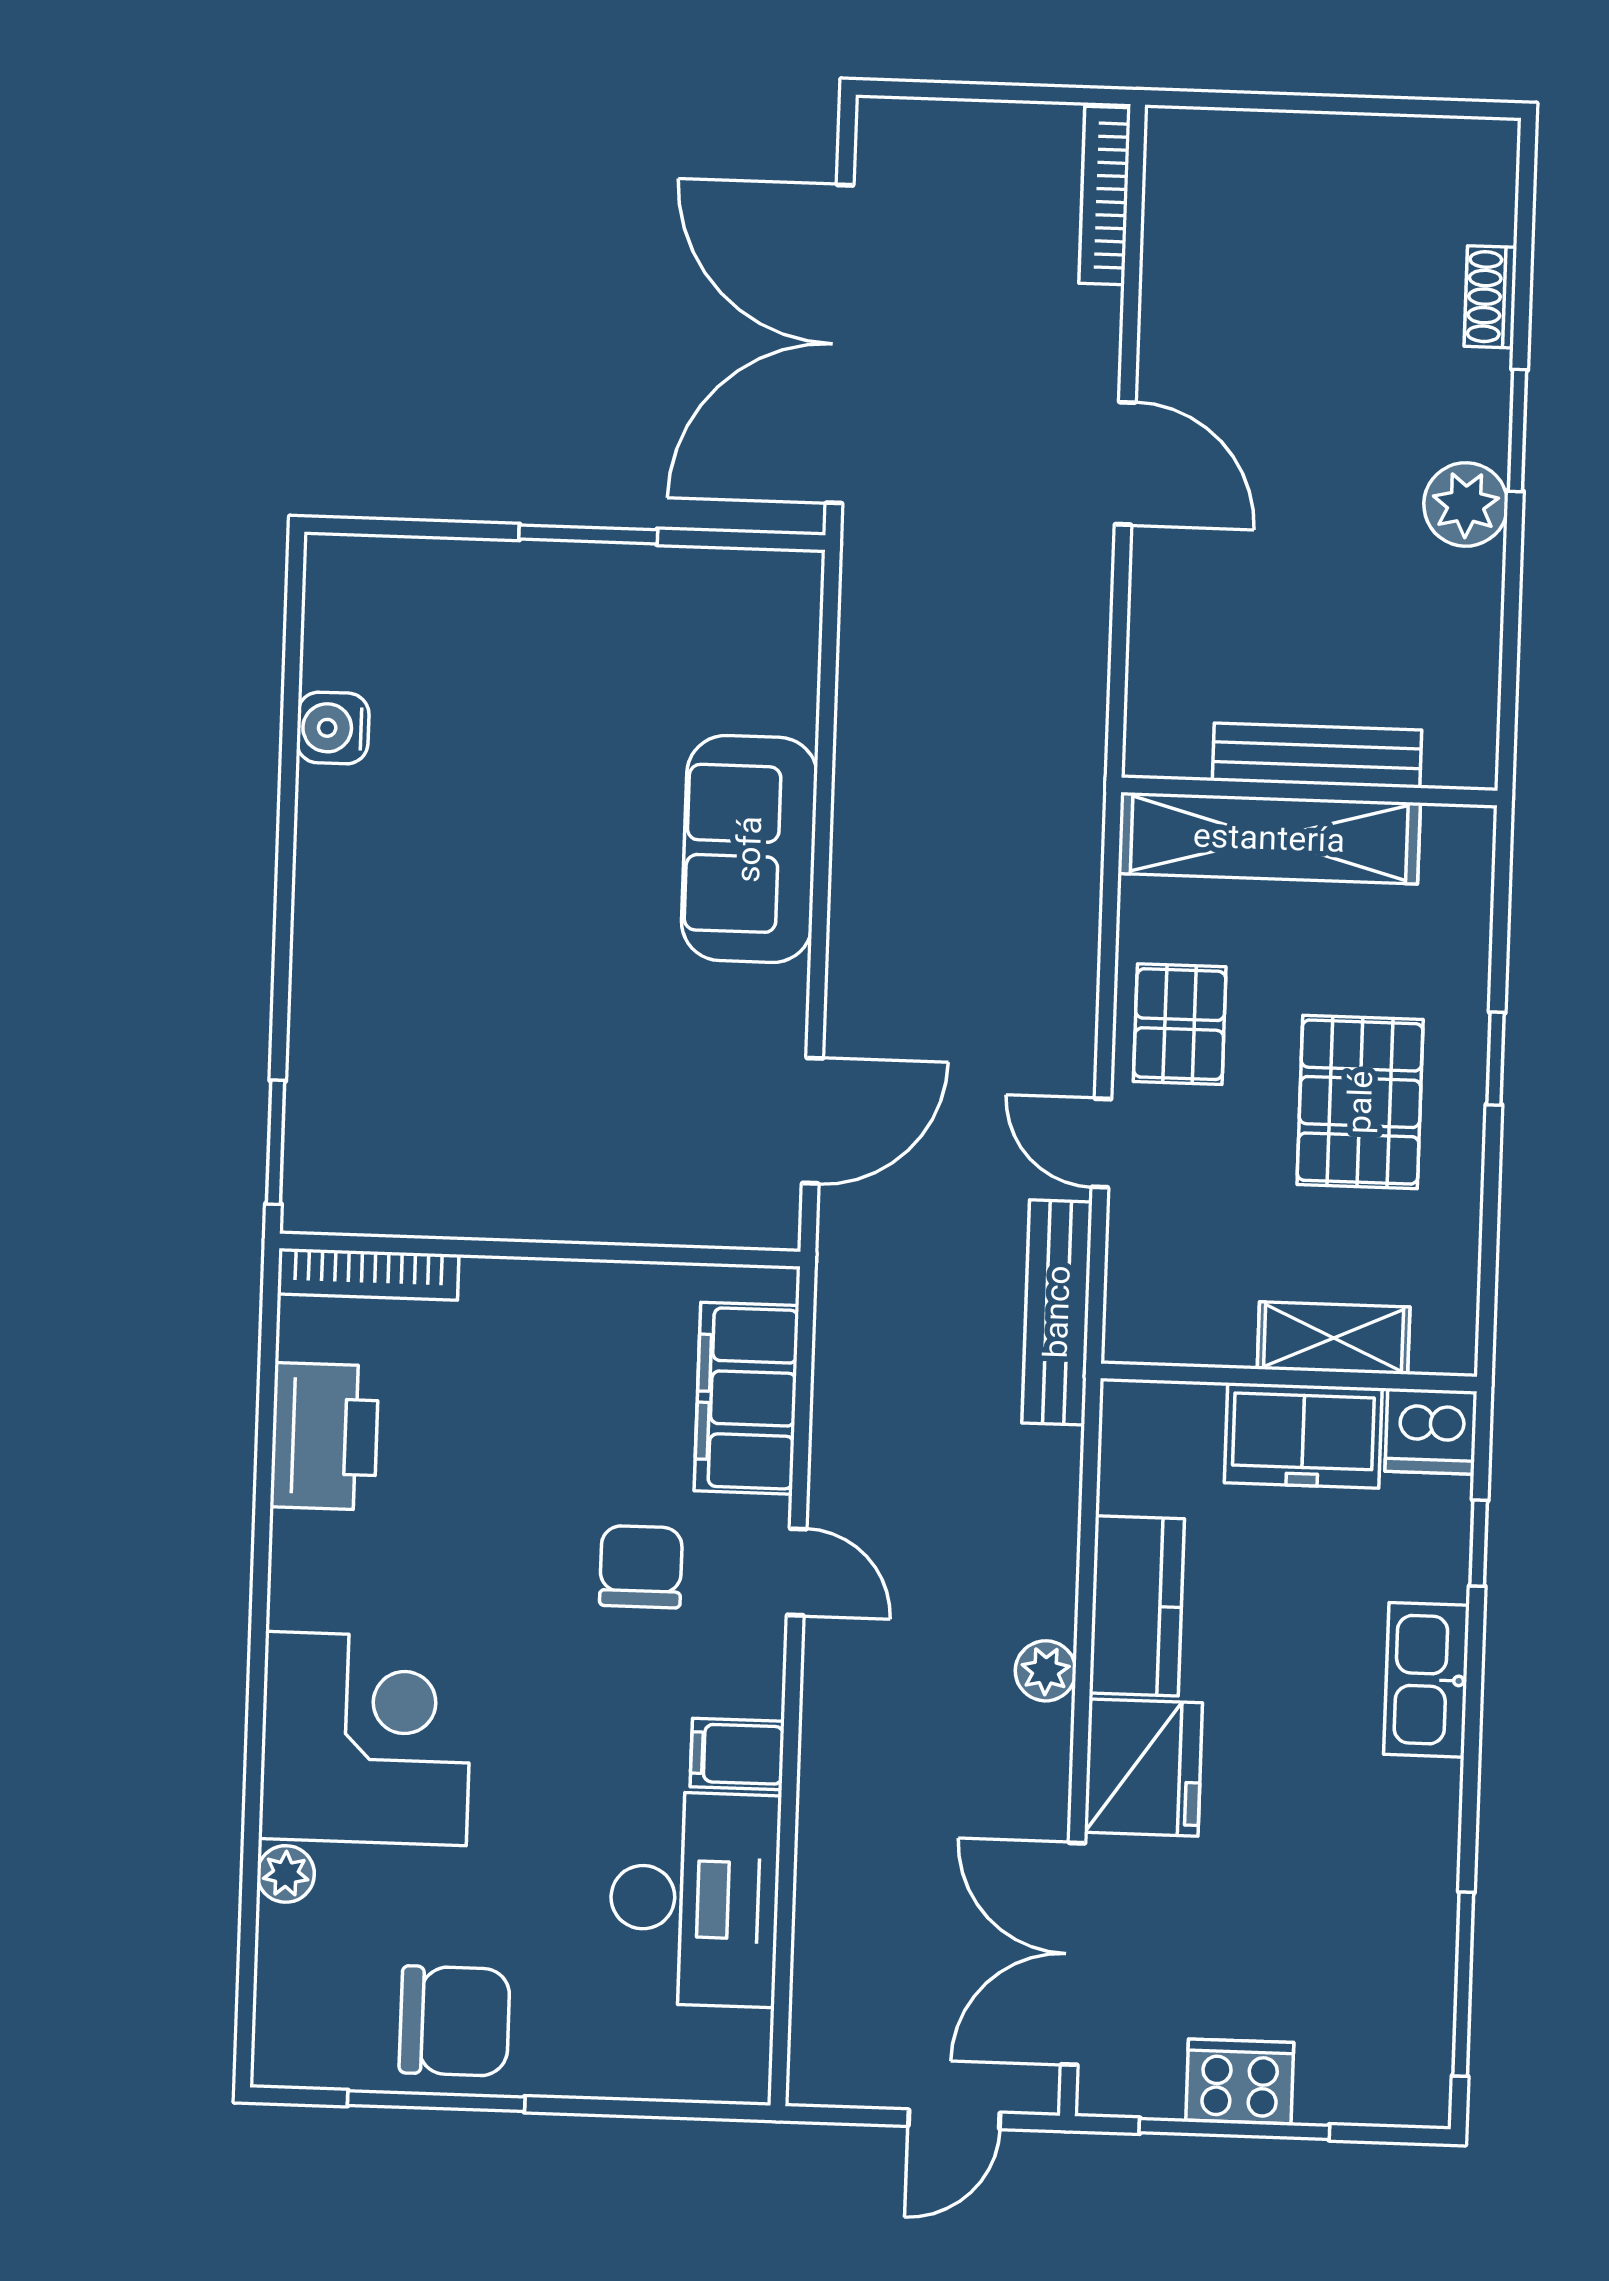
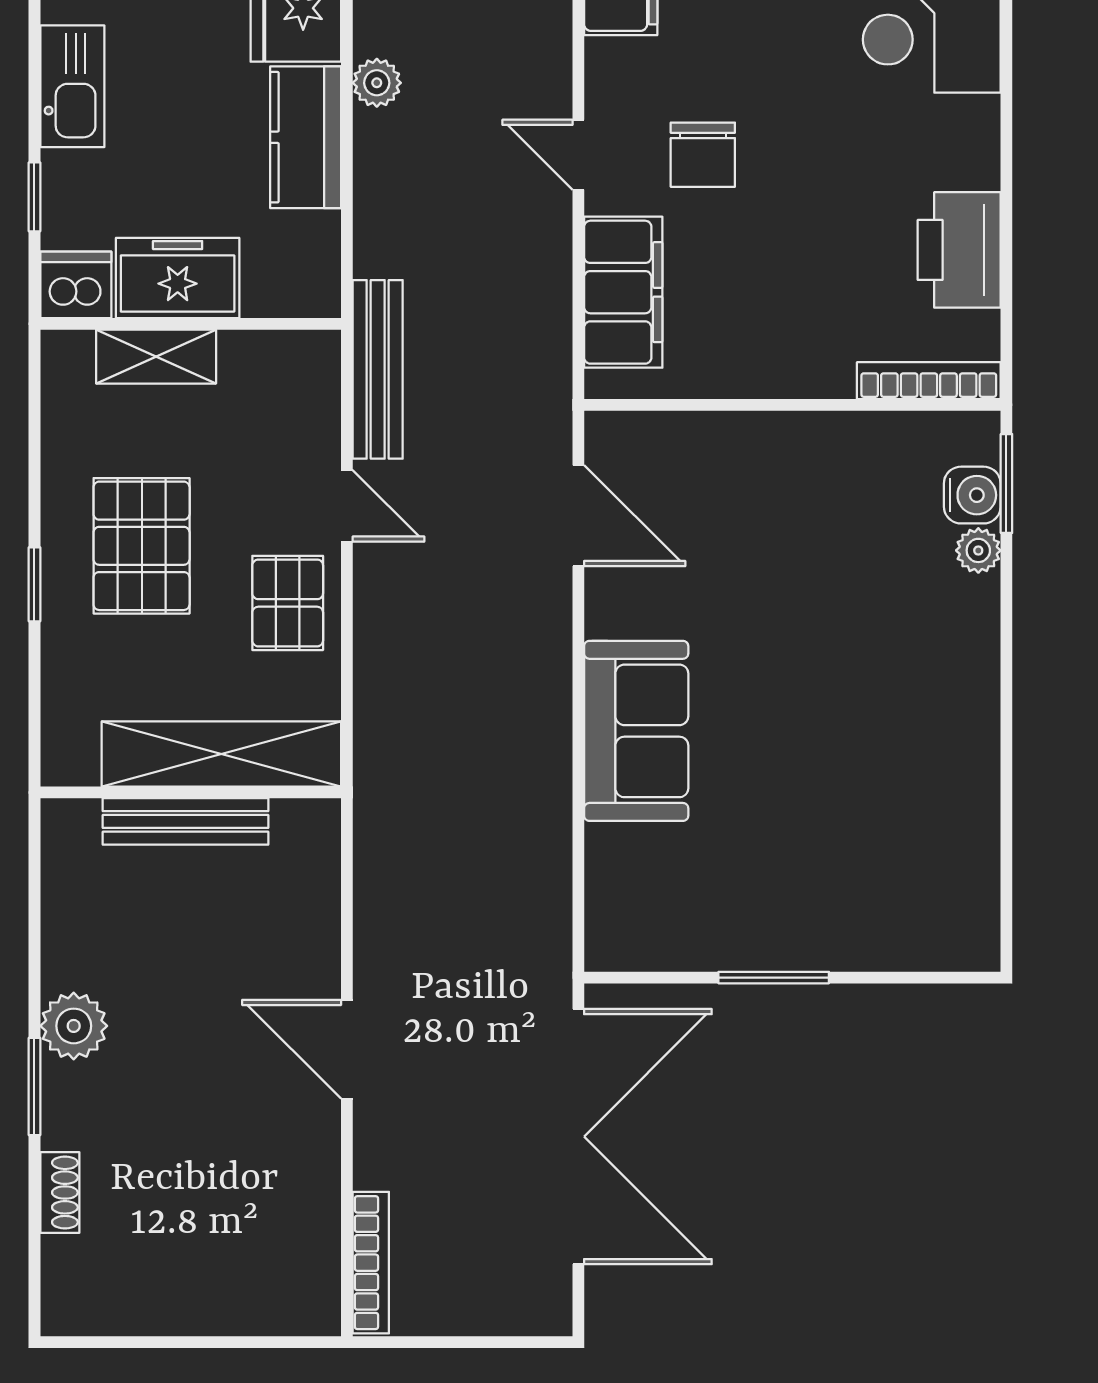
water cooler: (333, 728) -> (972, 495), moved
plant: (314, 1060) -> (978, 550), added
door: (812, 1121) -> (578, 516), swing flipped

